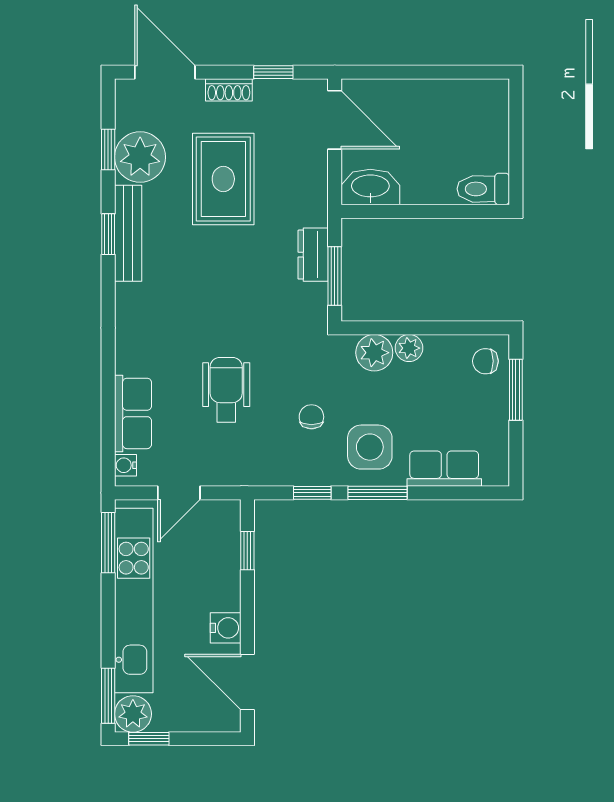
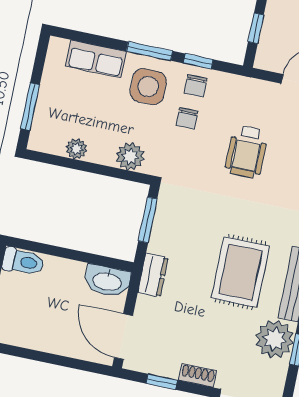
rug: (223, 179) -> (240, 272), moved
dresser: (313, 255) -> (153, 275), moved
plant: (409, 348) -> (76, 149), moved
chair: (485, 361) -> (196, 86), moved, turned 90

